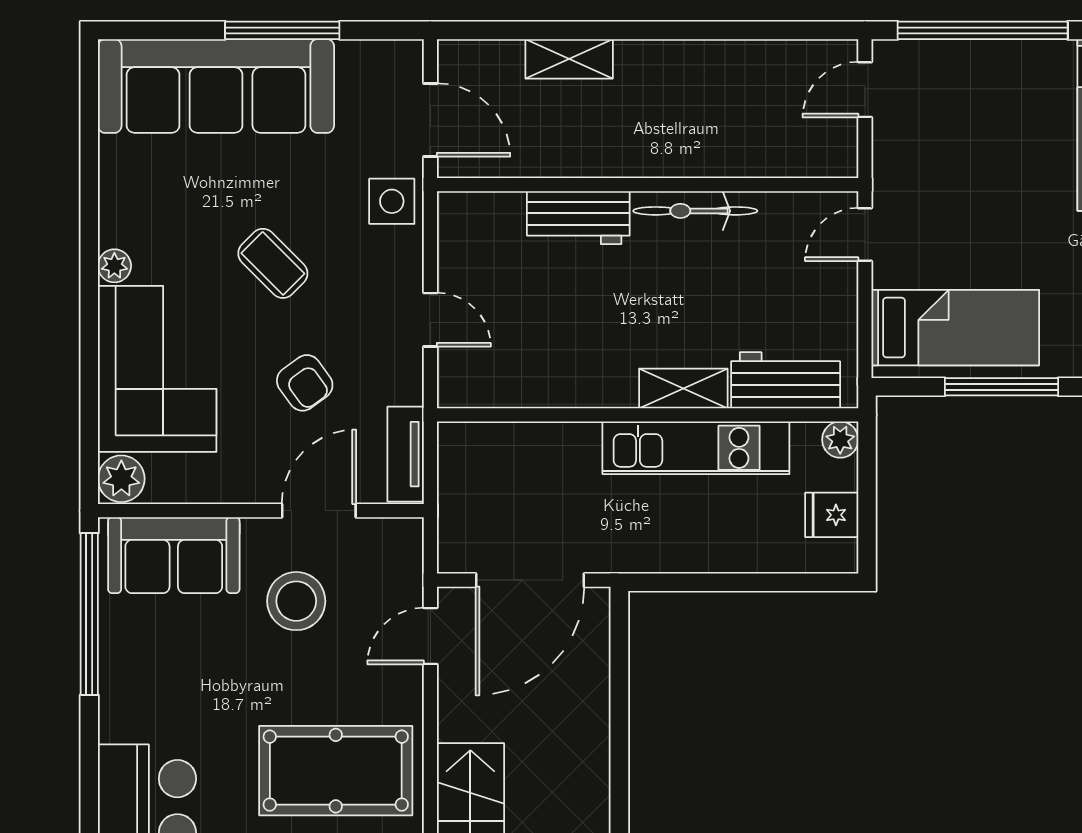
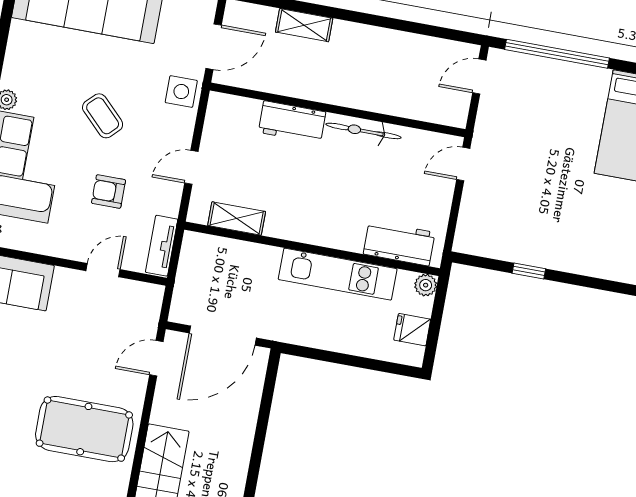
door: (430, 120) -> (214, 47), hinge flipped
door: (430, 320) -> (191, 167), swing flipped
bed: (955, 328) -> (508, 230), removed
armchair: (305, 383) -> (109, 191), turned 126
window: (1002, 387) -> (529, 271), width x0.46
shelving: (683, 389) -> (237, 219), moved
door: (319, 511) -> (103, 270), width x0.73
stool: (296, 601) -> (79, 322), removed

